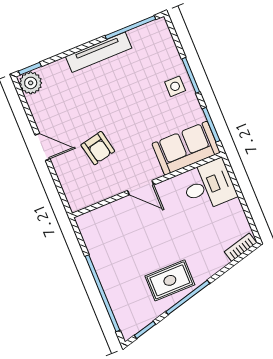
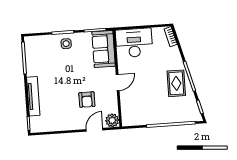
tv unit: (99, 52) -> (33, 96), moved
plant: (31, 83) -> (112, 120), moved
door: (42, 147) -> (94, 130), moved
armchair: (98, 148) -> (87, 100), turned 102
desk: (209, 185) -> (134, 43), width x1.37

